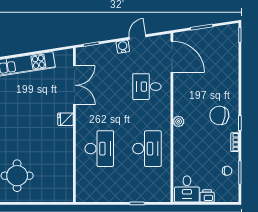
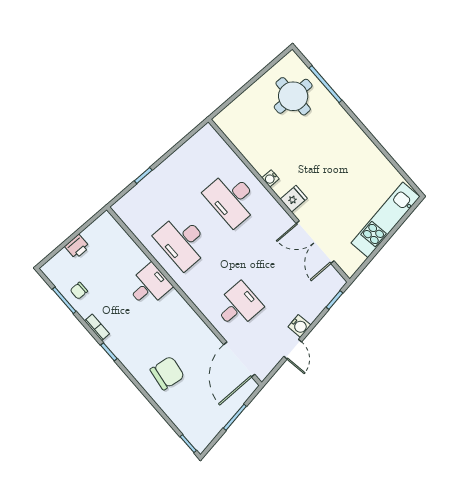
door: (172, 57) -> (239, 360), hinge flipped
chair: (219, 115) -> (167, 373), moved
plant: (179, 121) -> (174, 298), removed
water cooler: (69, 141) -> (271, 178), added
desk: (187, 189) -> (149, 286), moved, turned 90

